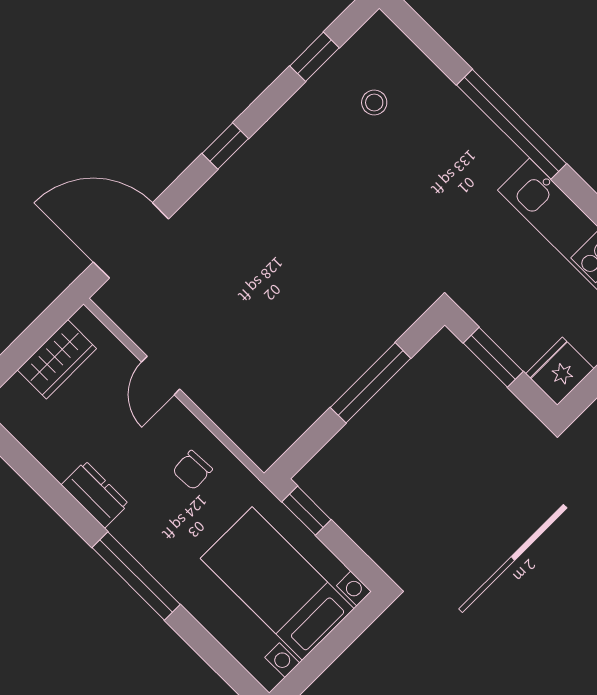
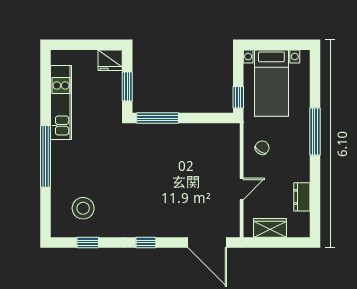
stool: (374, 103) -> (83, 208), width x1.89, depth x1.89
window: (371, 383) -> (158, 118), moved
chair: (192, 470) -> (262, 148), turned -54
dresser: (95, 495) -> (302, 197), moved

